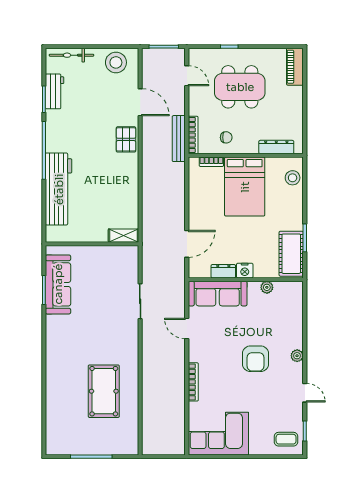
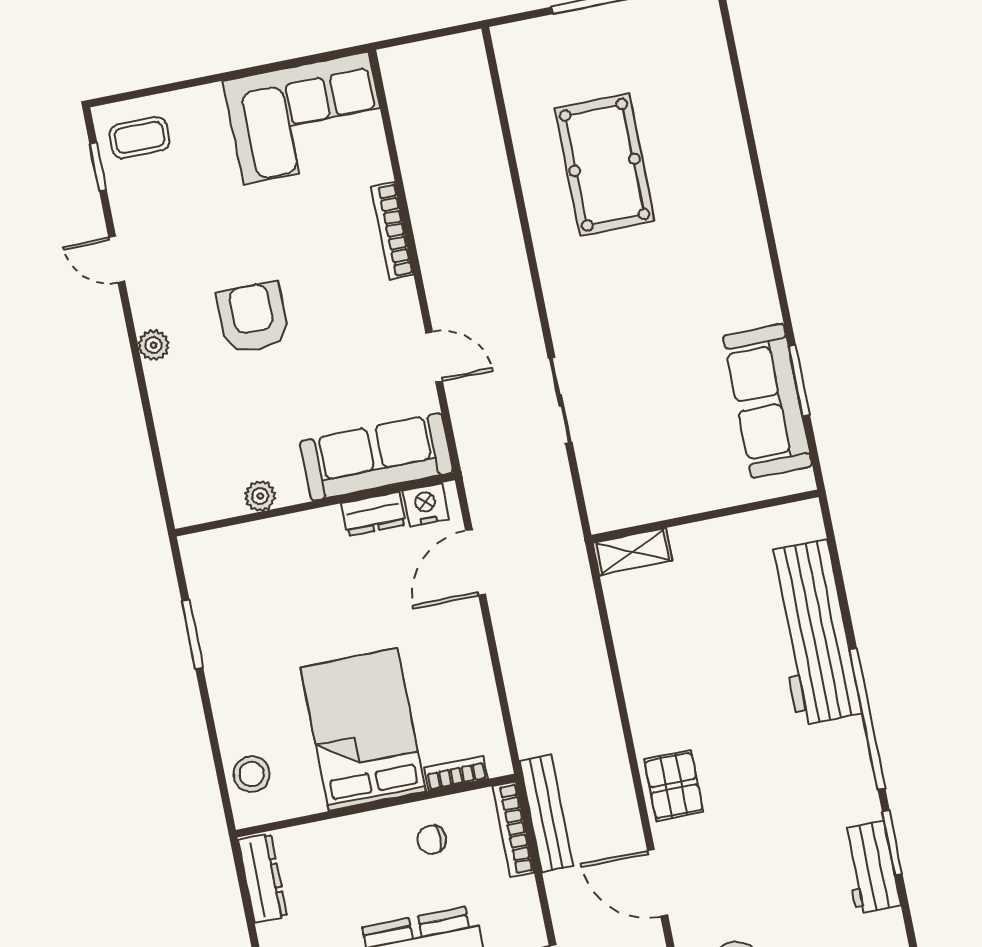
dresser: (276, 147) -> (263, 878), moved, turned -90
cot: (291, 254) -> (218, 589), removed
nightstand: (245, 271) -> (426, 505), moved

